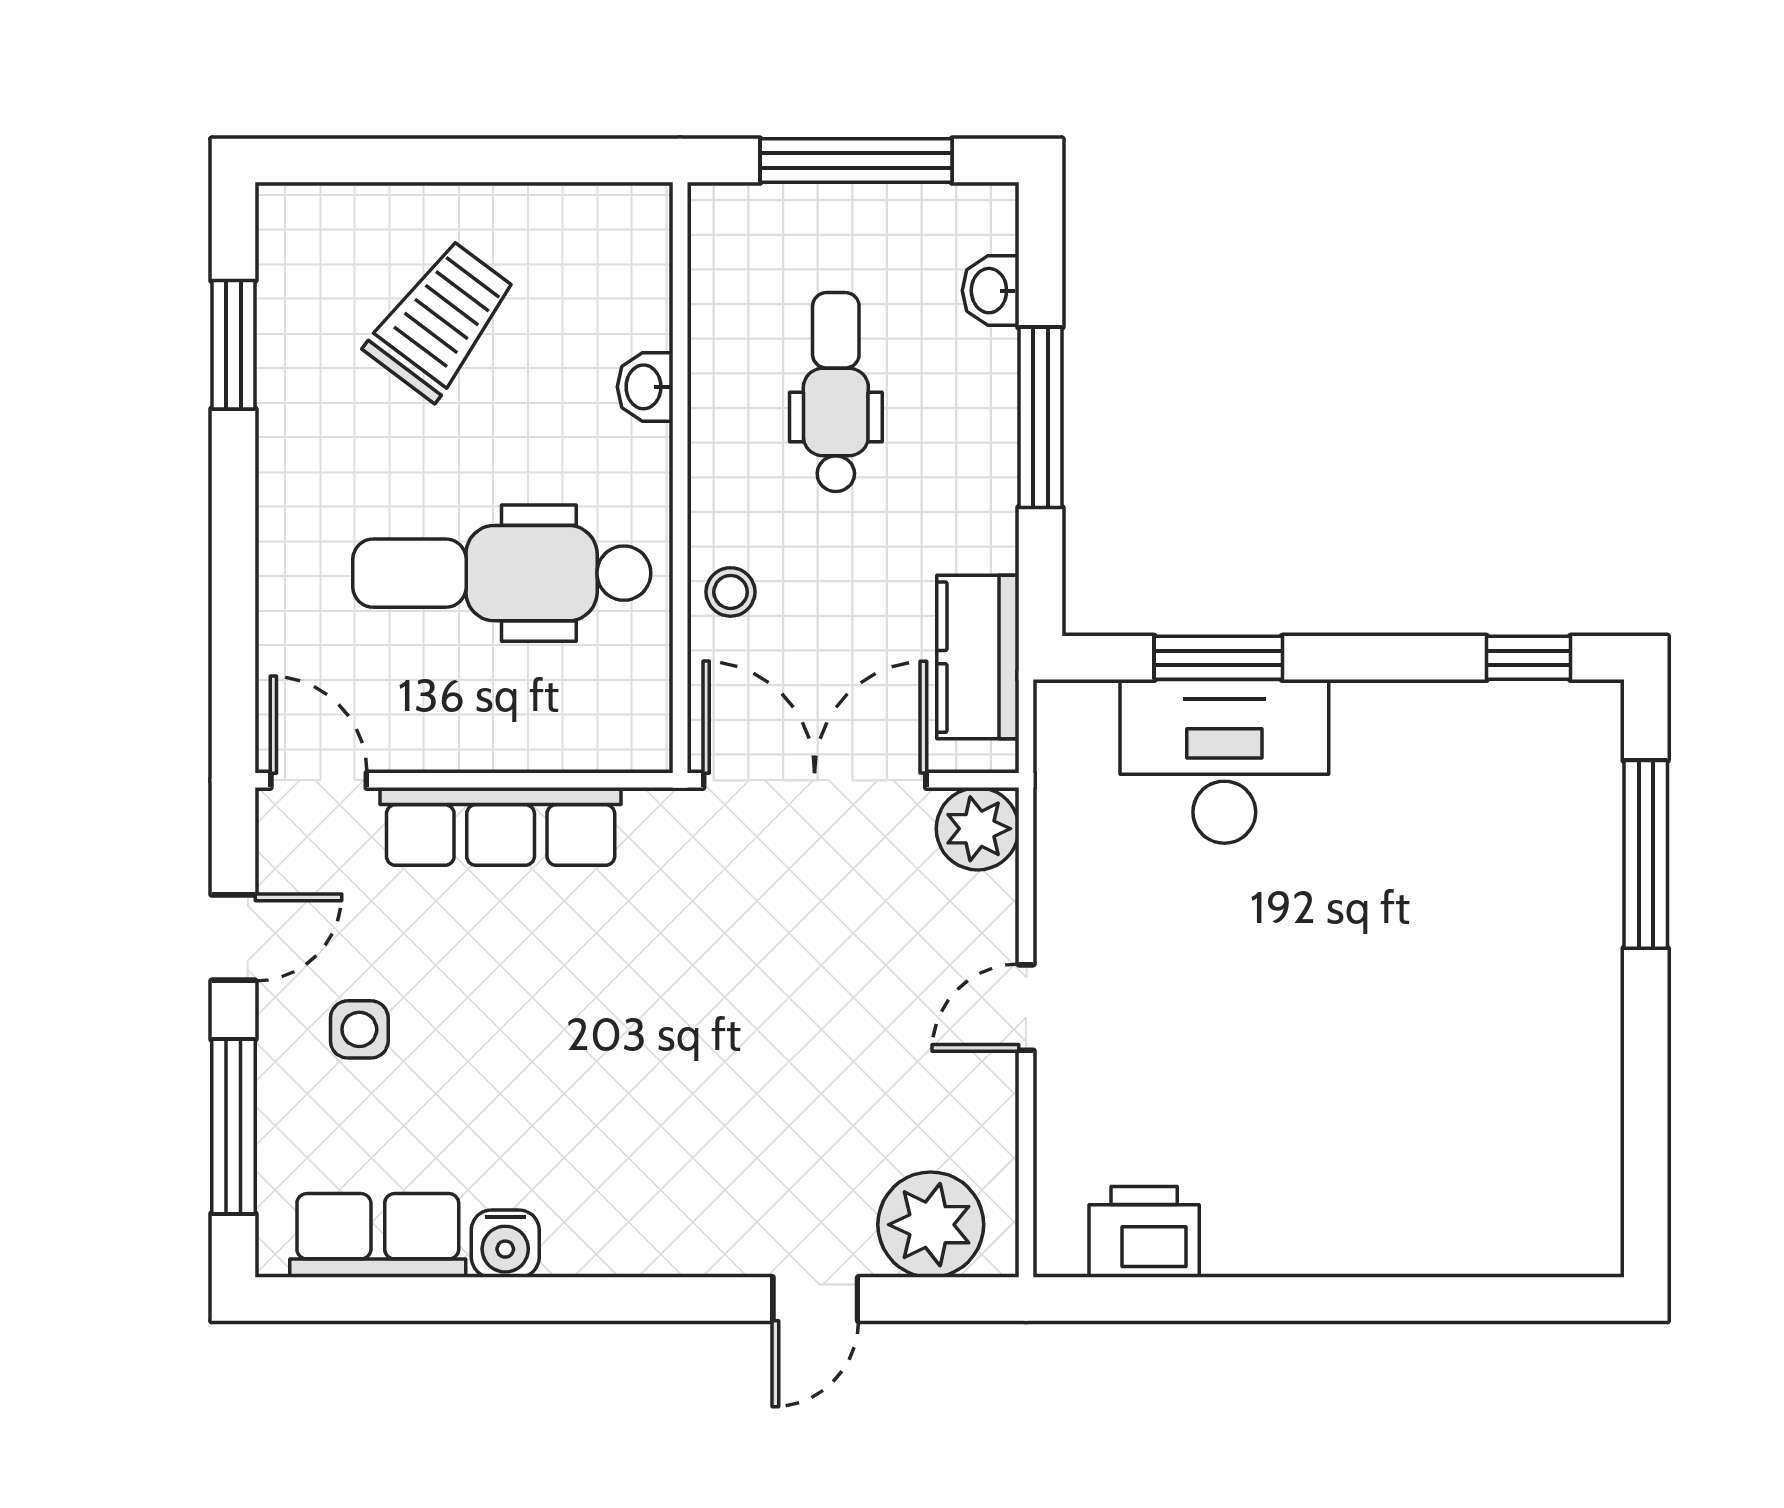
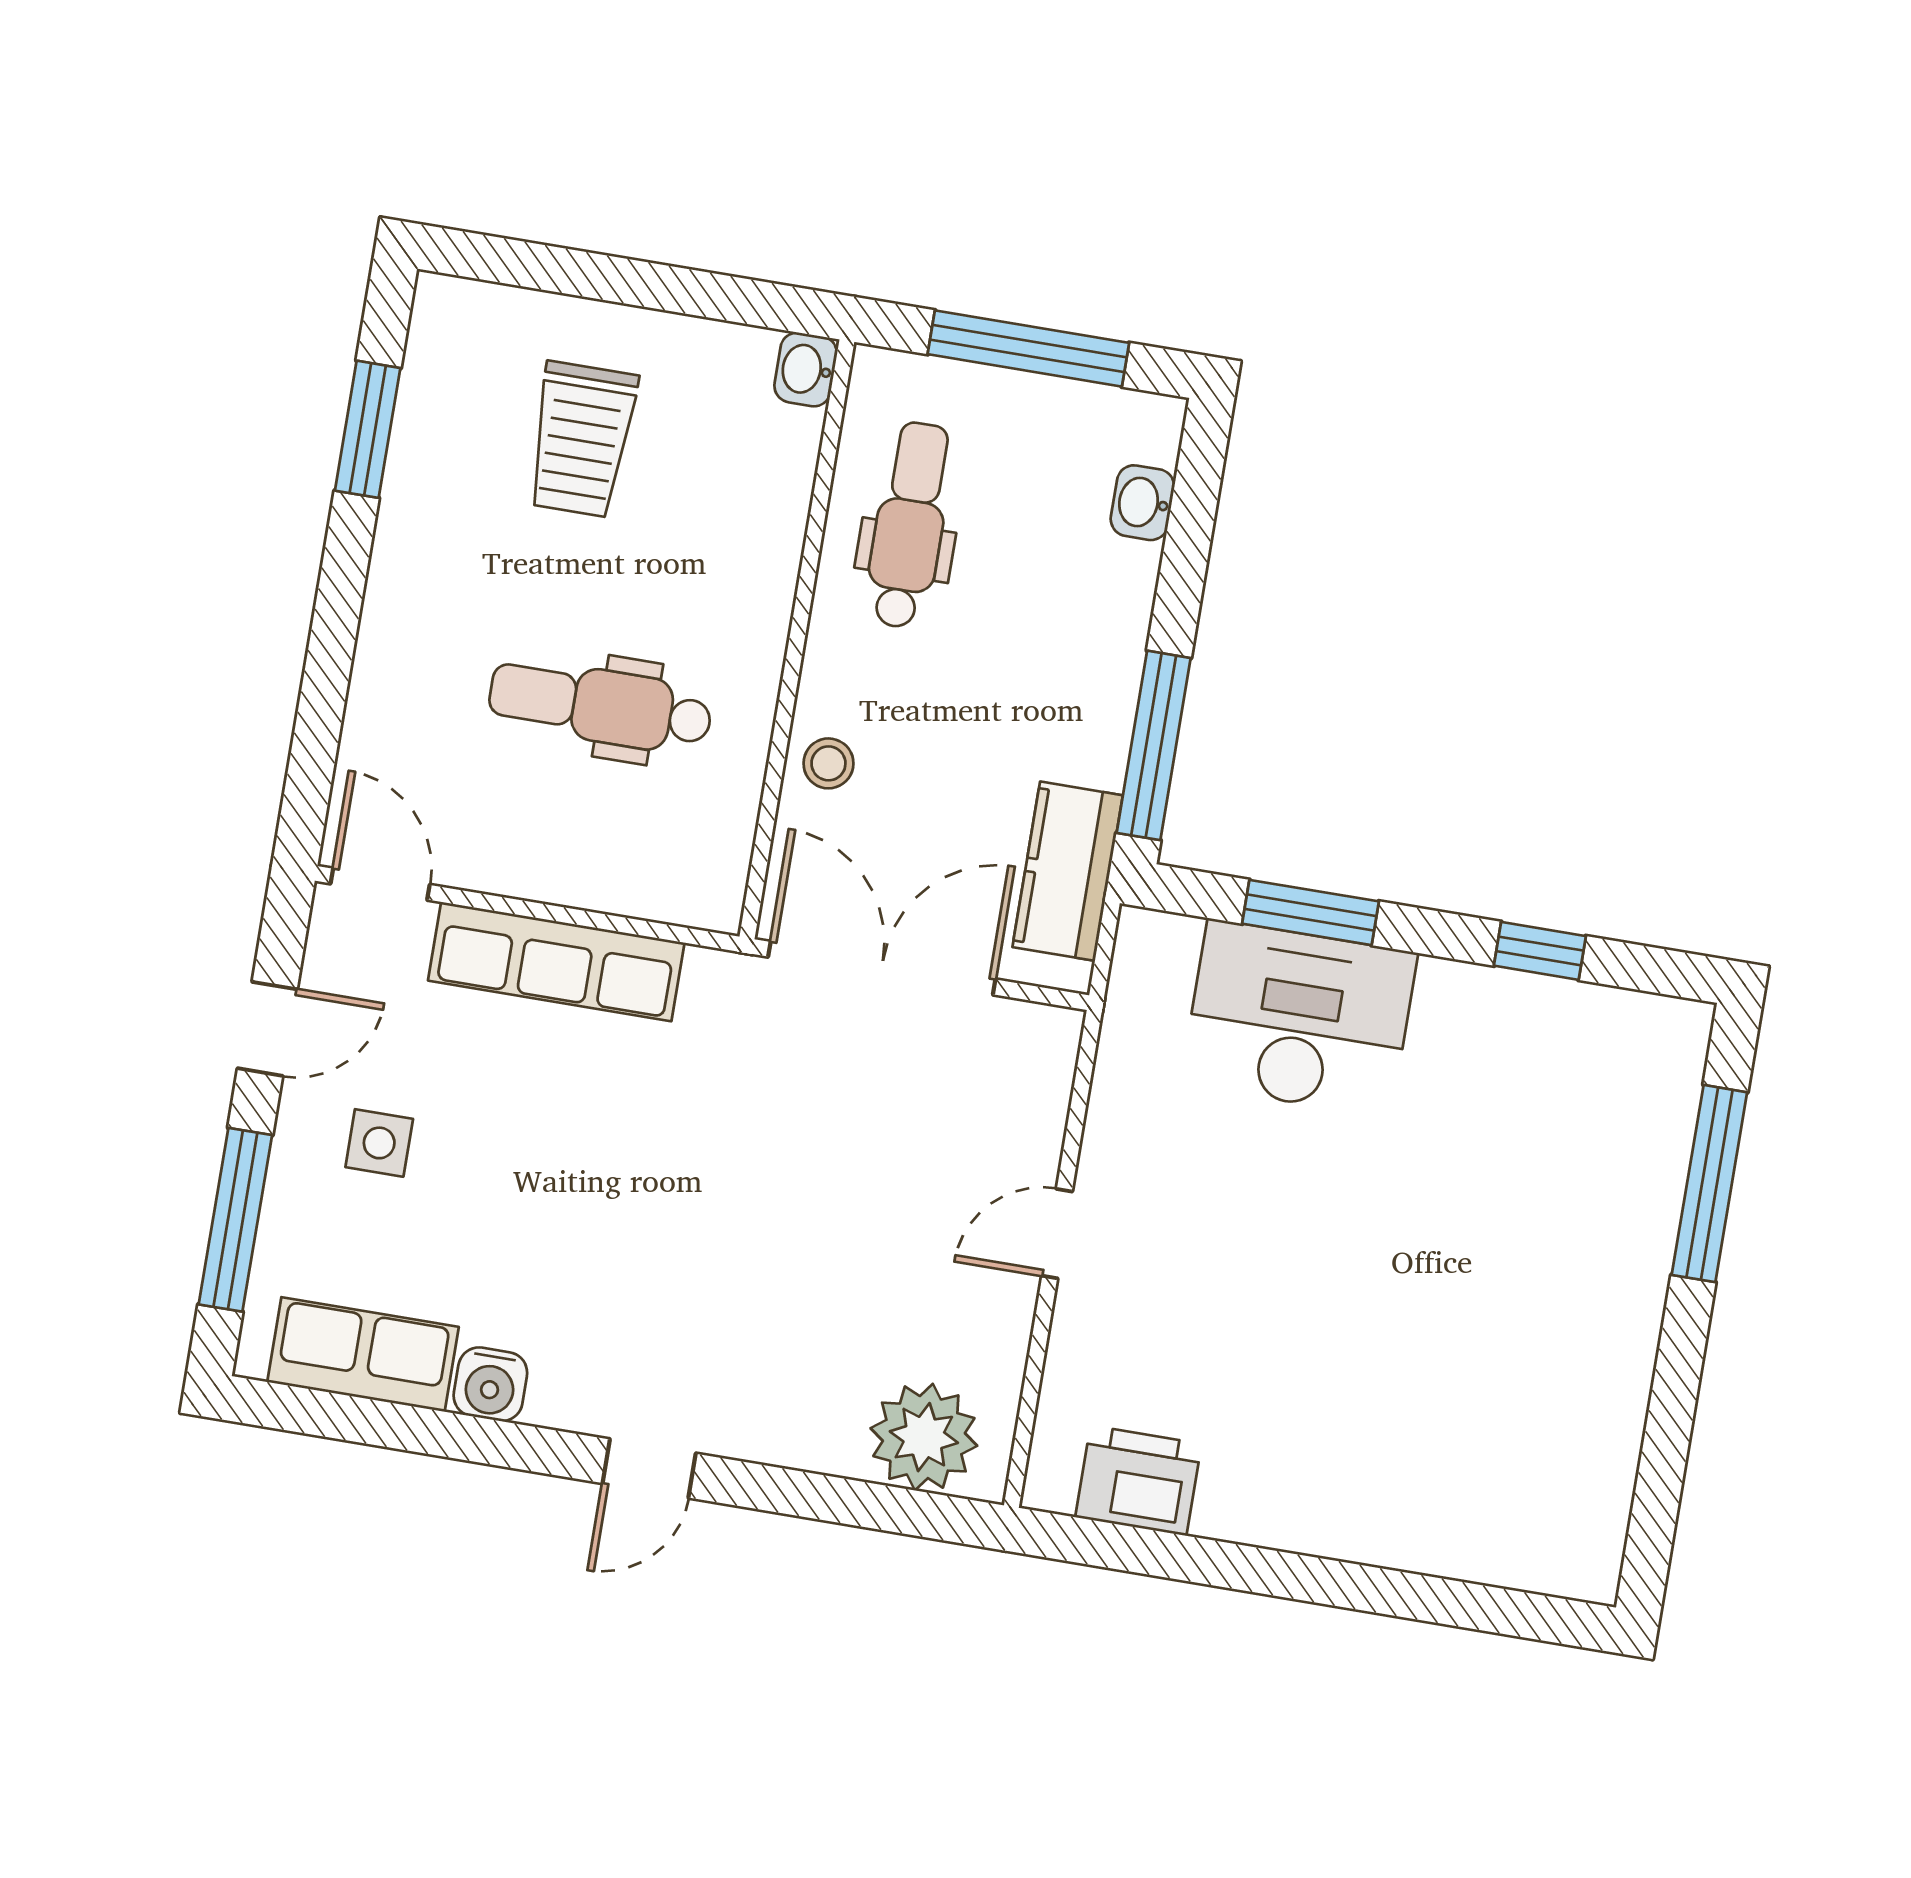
trolley: (441, 320) -> (581, 439), turned 143
washbasin: (645, 387) -> (806, 369), moved
dental chair: (836, 392) -> (909, 525), moved
window: (1040, 417) -> (1154, 745), moved
dental chair: (502, 573) -> (600, 706), width x0.73, depth x0.72
window: (1529, 658) -> (1540, 951), moved
plant: (978, 829) -> (1038, 1045), removed
door: (815, 1299) -> (649, 1468), moved

